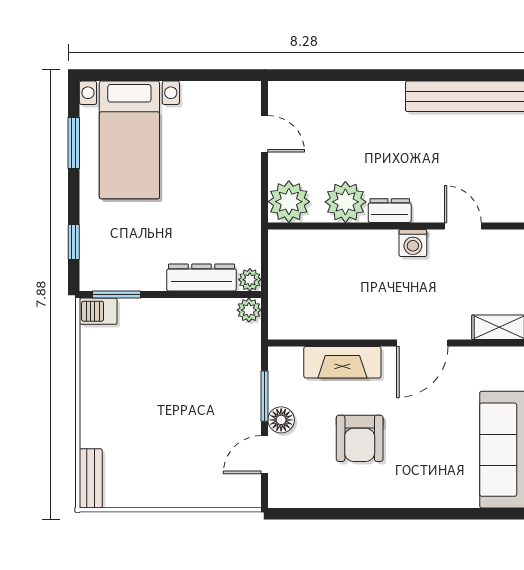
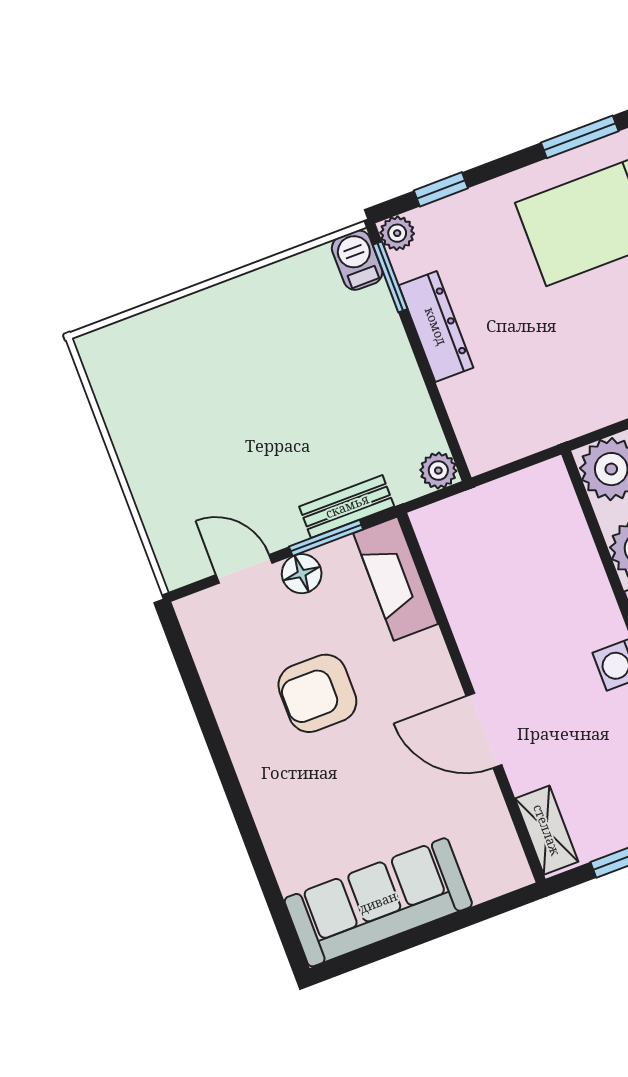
dresser: (201, 277) -> (436, 326), moved
plant: (250, 280) -> (397, 233), moved
fireplace: (342, 362) -> (396, 579), moved
bench: (91, 478) -> (347, 506), moved

